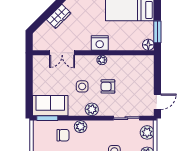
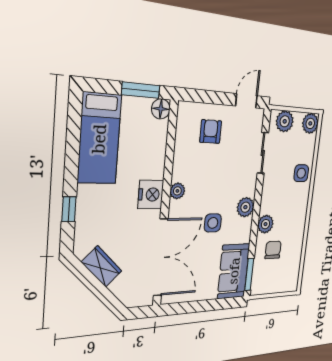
double door: (62, 53) -> (161, 257), width x1.87
armchair: (108, 86) -> (211, 132), moved, turned 180
door: (157, 102) -> (246, 101), hinge flipped

